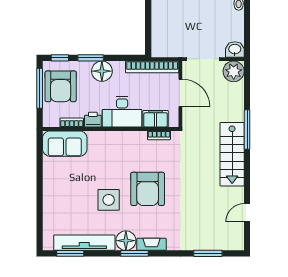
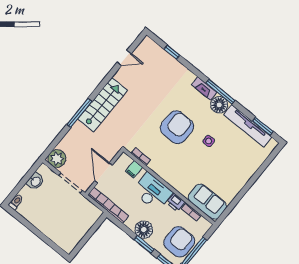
washbasin: (235, 50) -> (35, 181), moved, turned -90
filing cabinet: (156, 119) -> (134, 169), width x0.50
side table: (109, 200) -> (209, 141), width x0.54, depth x0.54
window: (135, 253) -> (220, 92), width x1.44
window: (208, 253) -> (172, 52), width x0.67

